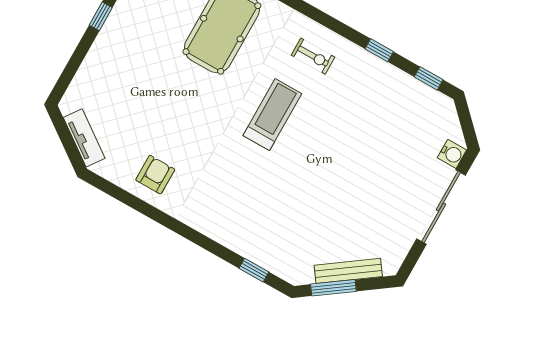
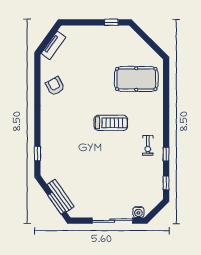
exercise bike: (313, 56) -> (148, 145), moved
armchair: (155, 175) -> (55, 86), turned -118
window: (333, 288) -> (57, 203), moved

